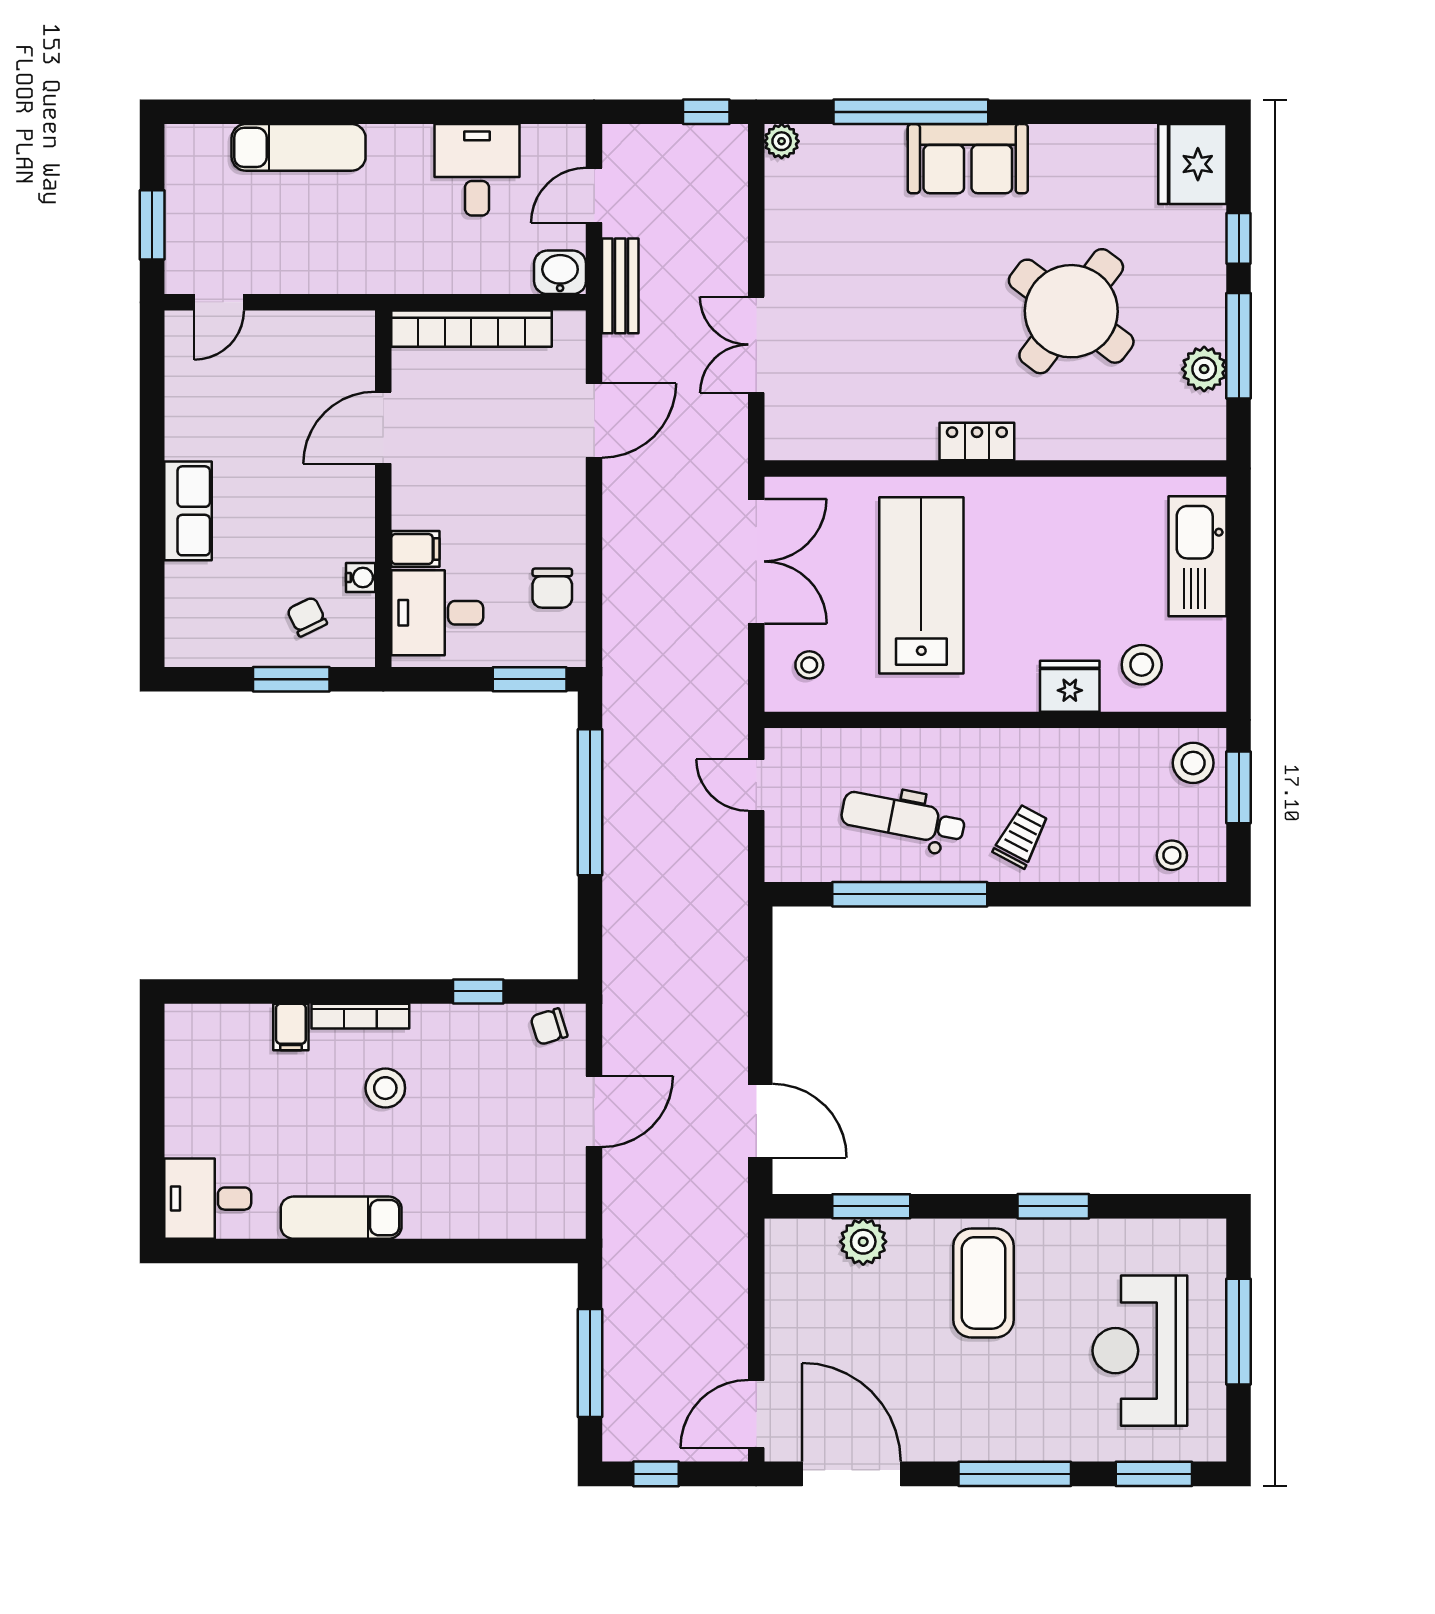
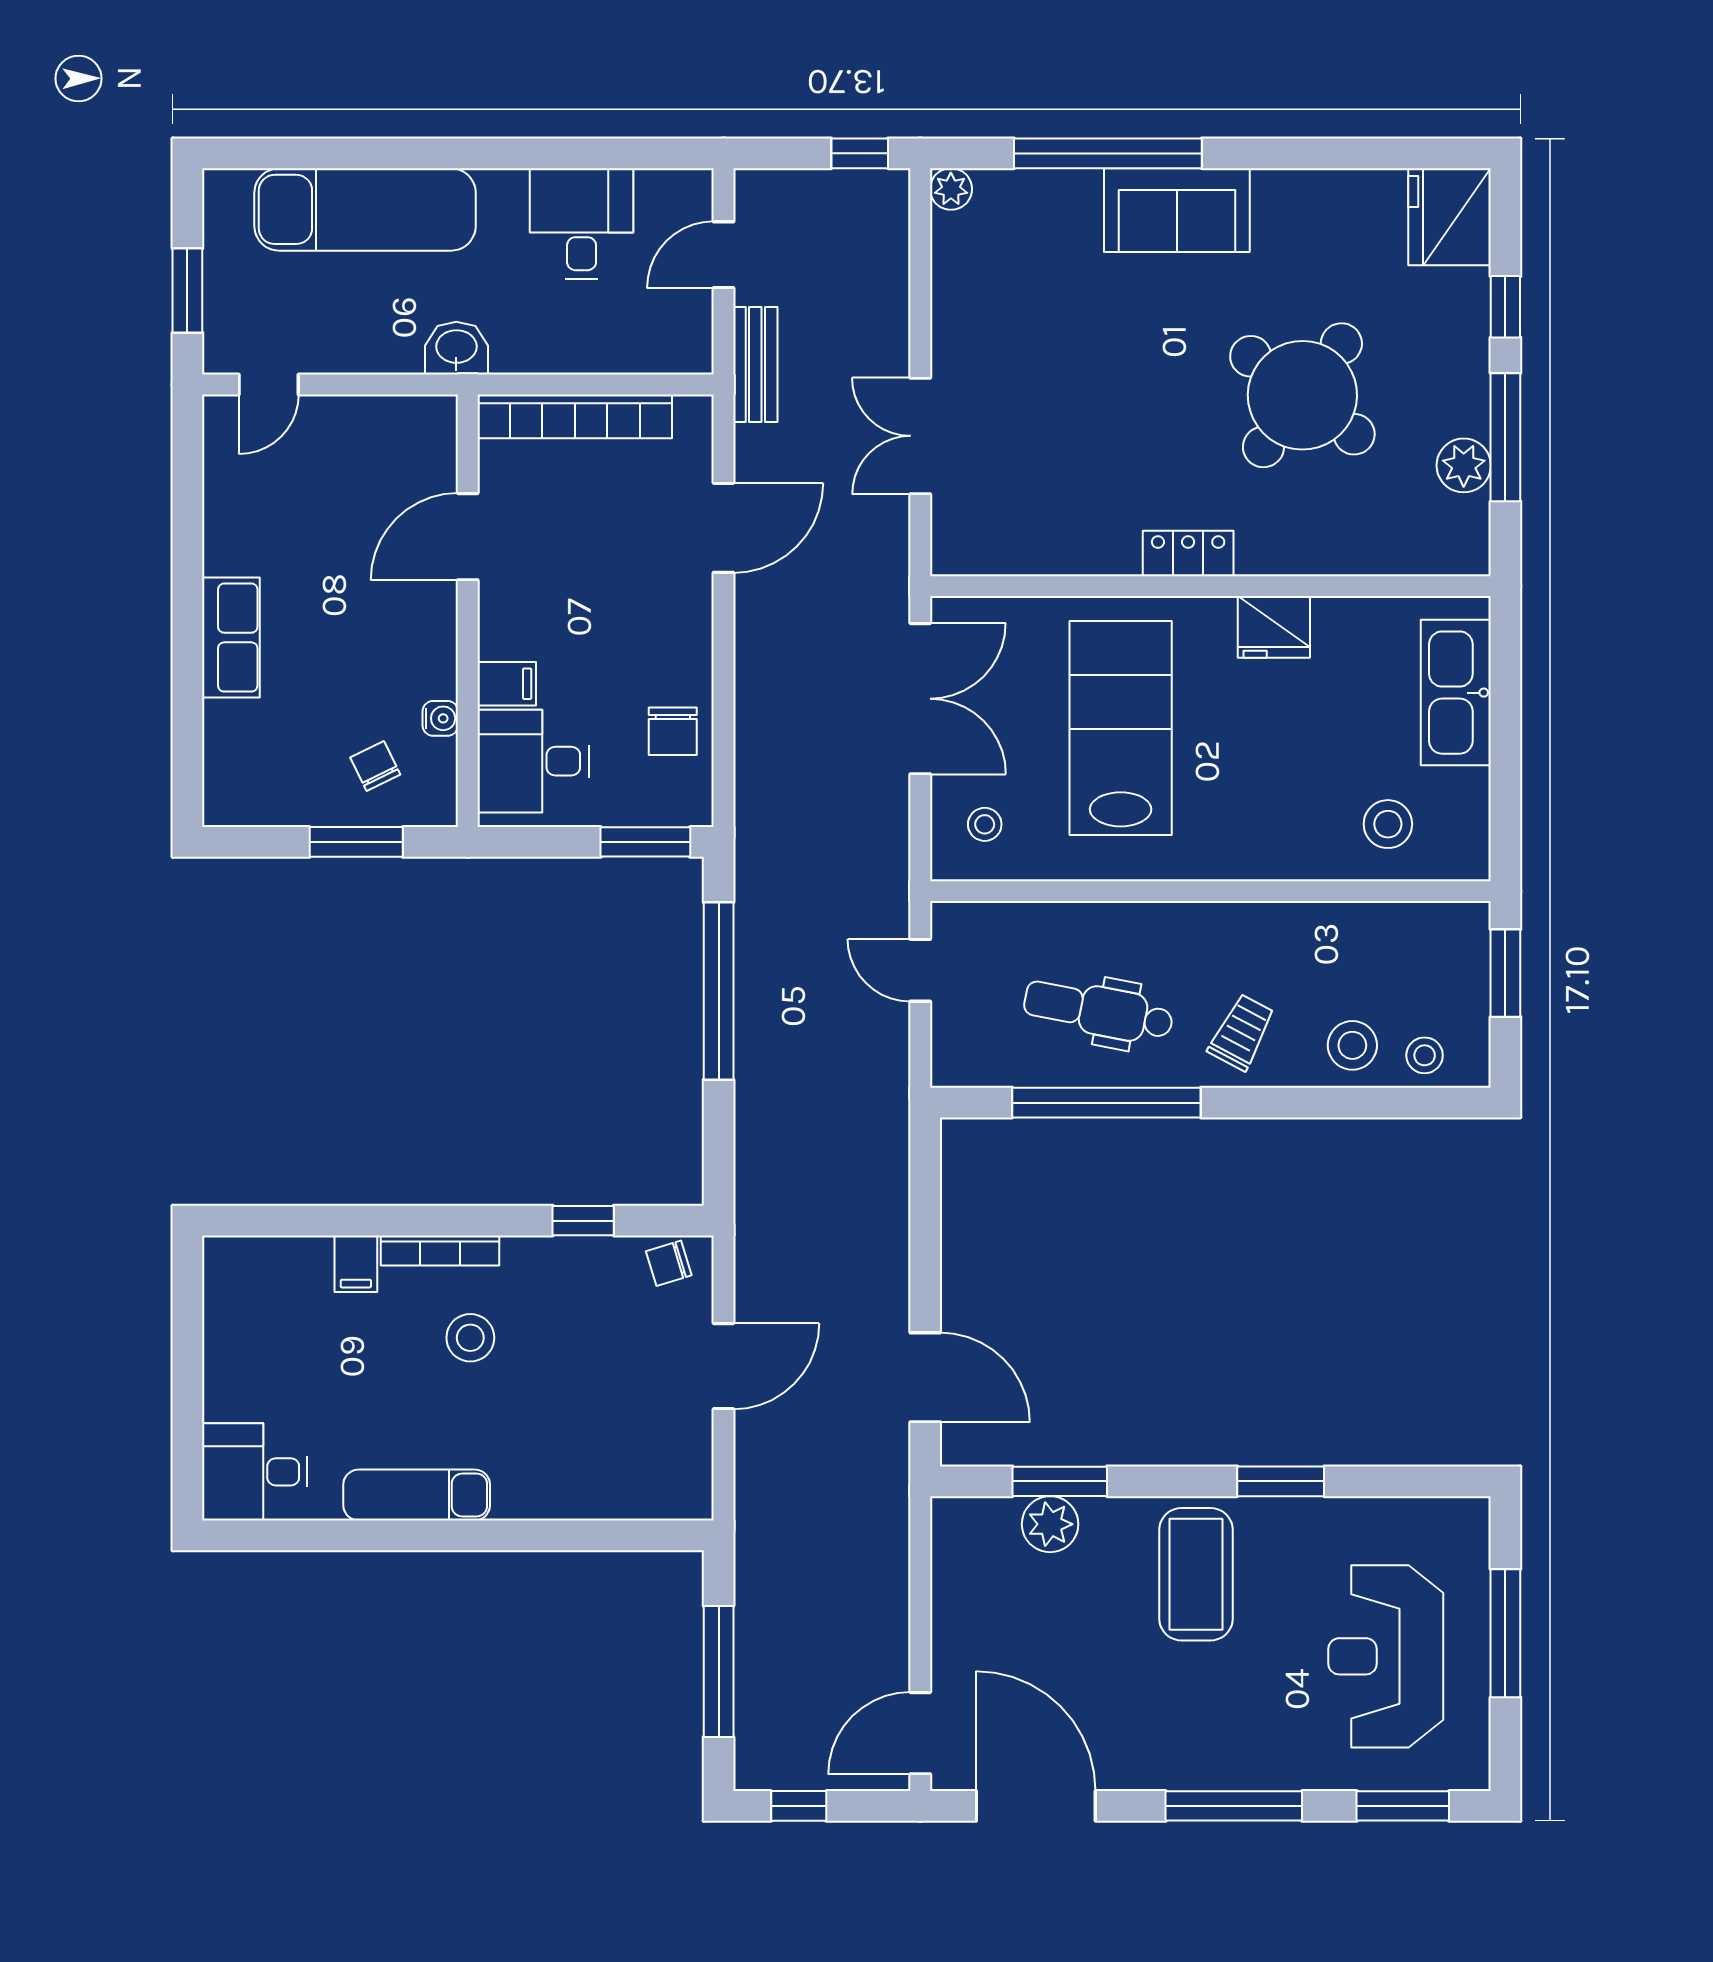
exam couch: (299, 147) -> (365, 209), width x1.36, depth x1.45
washbasin: (560, 272) -> (456, 348), moved
fridge: (1070, 686) -> (1274, 627), moved, turned 180
stool: (1193, 763) -> (1352, 1045), moved

